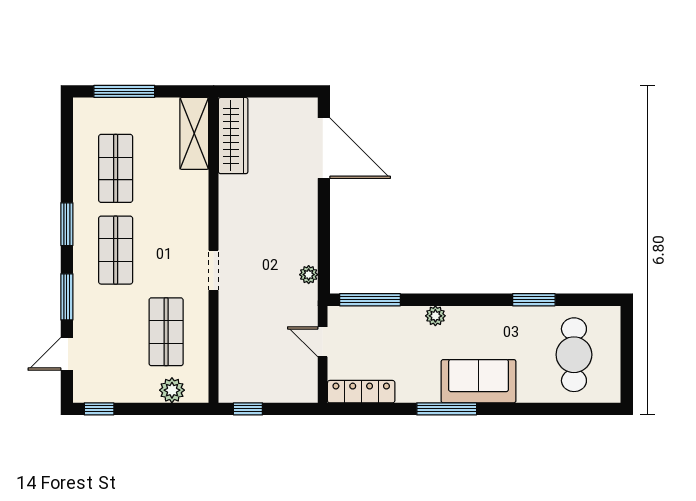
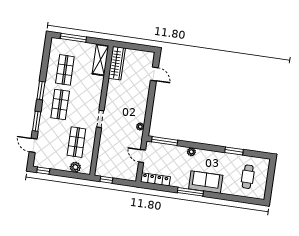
door: (324, 148) -> (154, 74), width x0.53
door: (67, 354) -> (33, 145), hinge flipped
cafe table: (574, 355) -> (248, 177), width x0.73, depth x0.74

